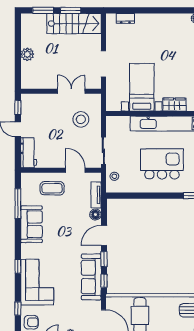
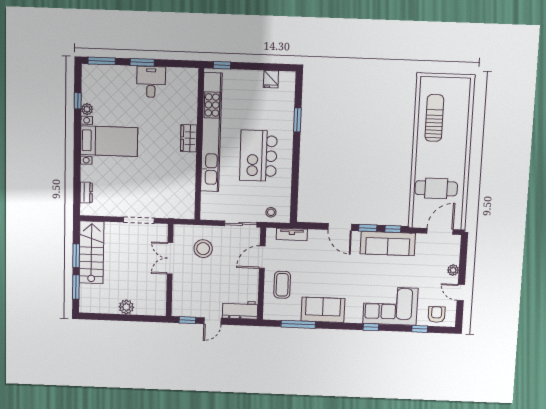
bed with nightstands: (142, 87) -> (109, 141), moved, turned 180
floor lamp: (95, 215) -> (315, 236), removed

